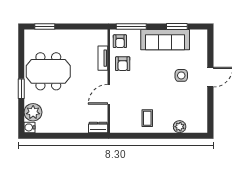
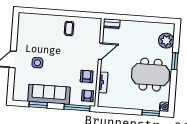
water cooler: (30, 127) -> (164, 107), moved
plant: (180, 127) -> (42, 19), removed

